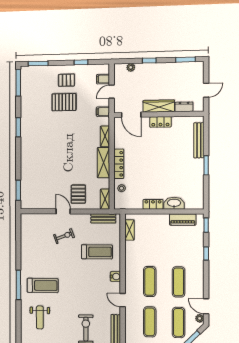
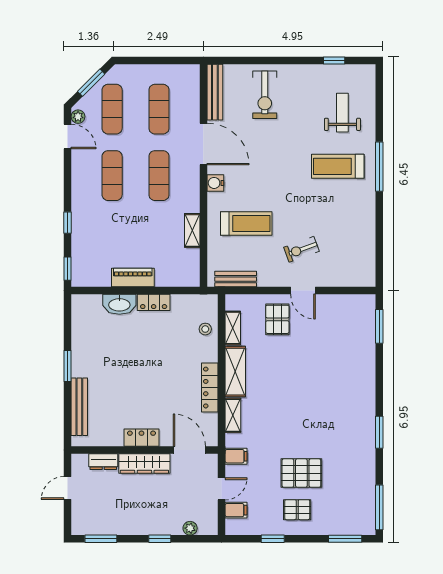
locker: (119, 164) -> (210, 388), moved
shelving: (105, 199) -> (233, 328), moved
piano: (183, 220) -> (133, 277), moved
shelving: (129, 230) -> (192, 230), moved
treadmill: (97, 252) -> (246, 223), turned 180
door: (123, 300) -> (203, 144), width x1.87

